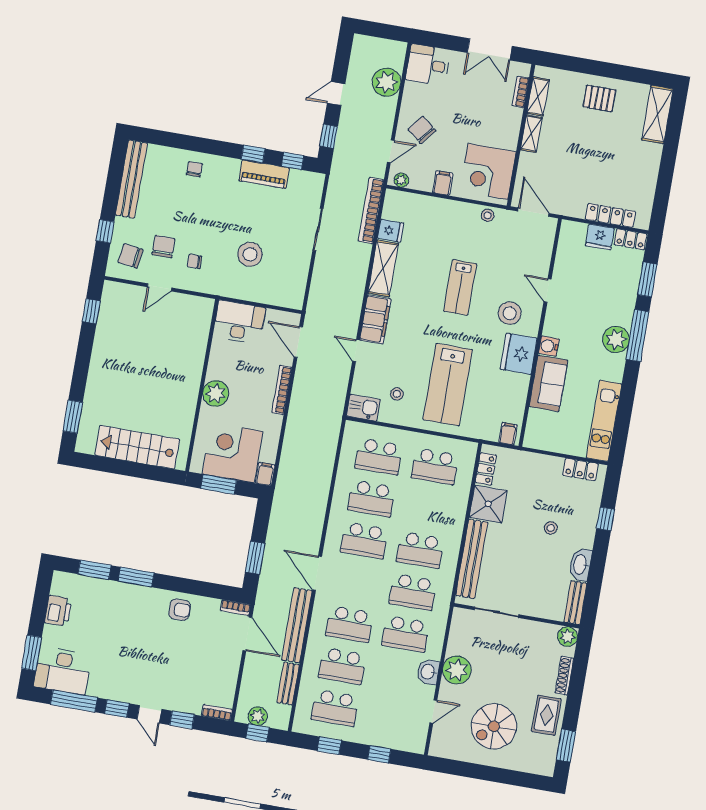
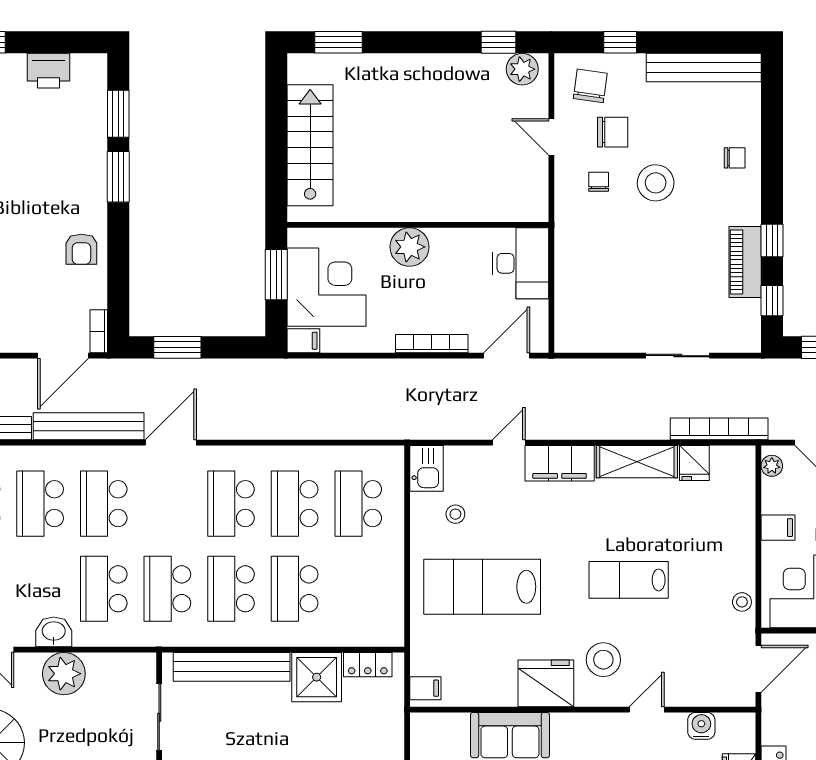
stool: (250, 254) -> (656, 183), moved
plant: (112, 299) -> (522, 69), added
water cooler: (549, 346) -> (701, 726), moved
school desk: (435, 466) -> (295, 589), moved

